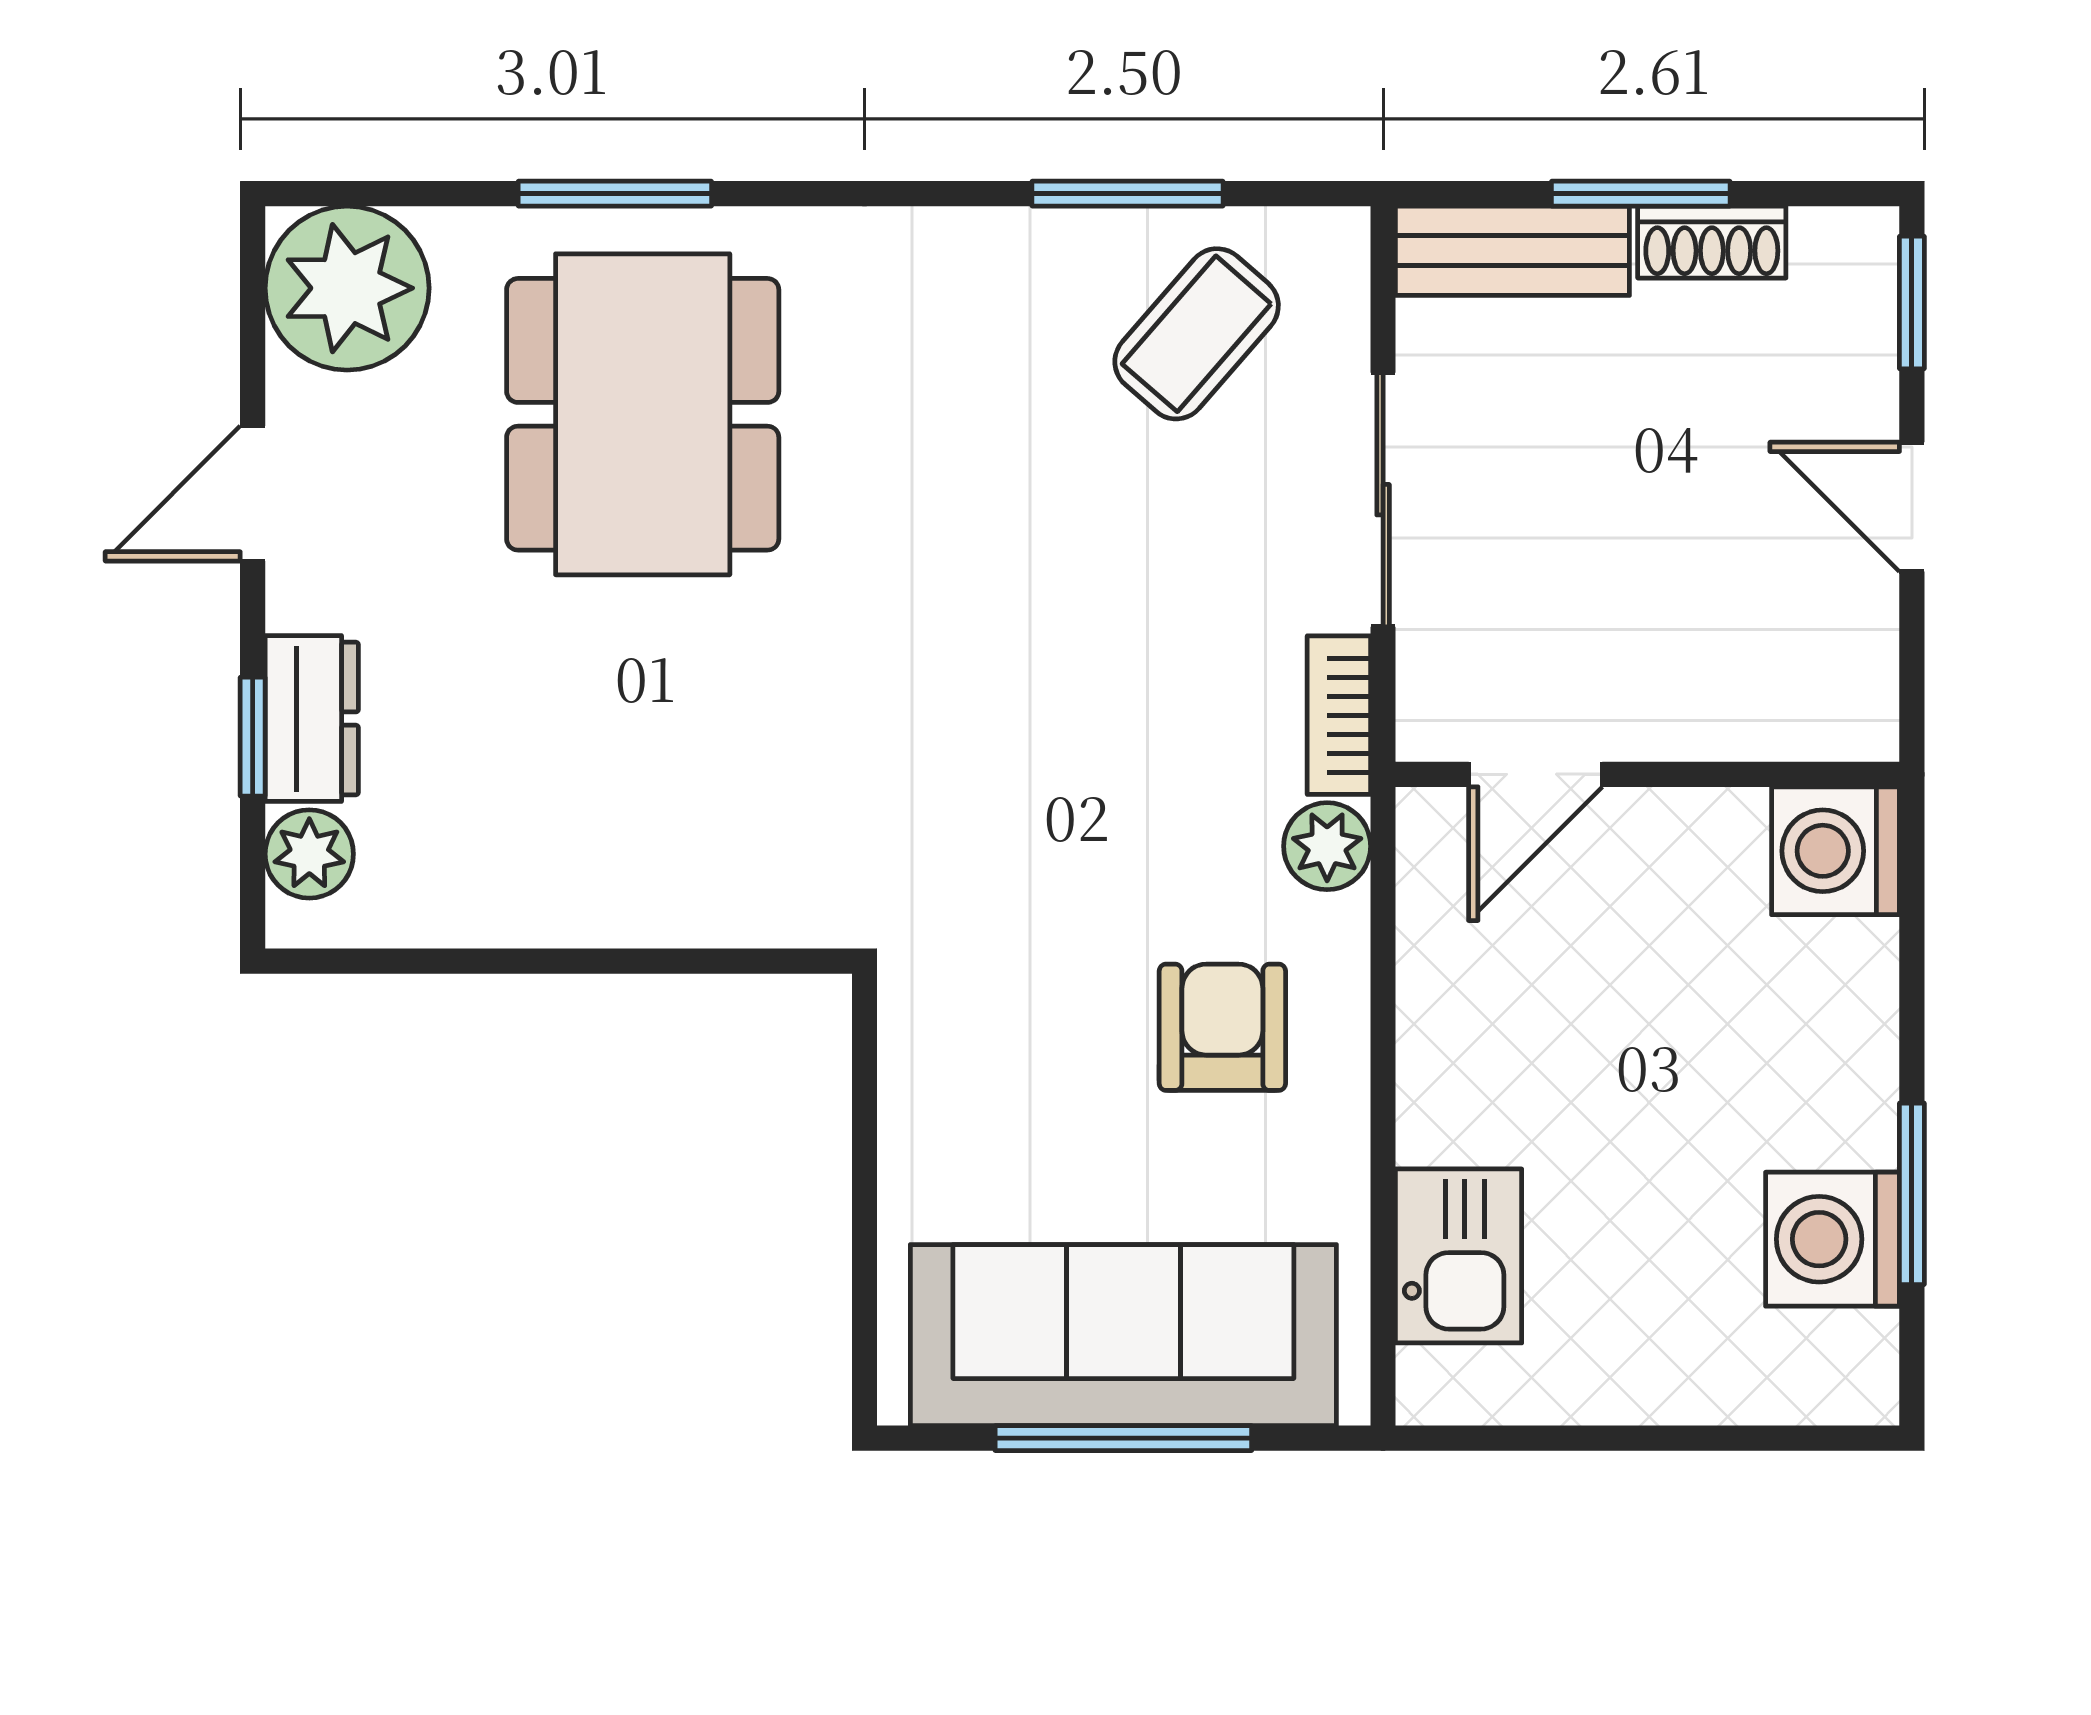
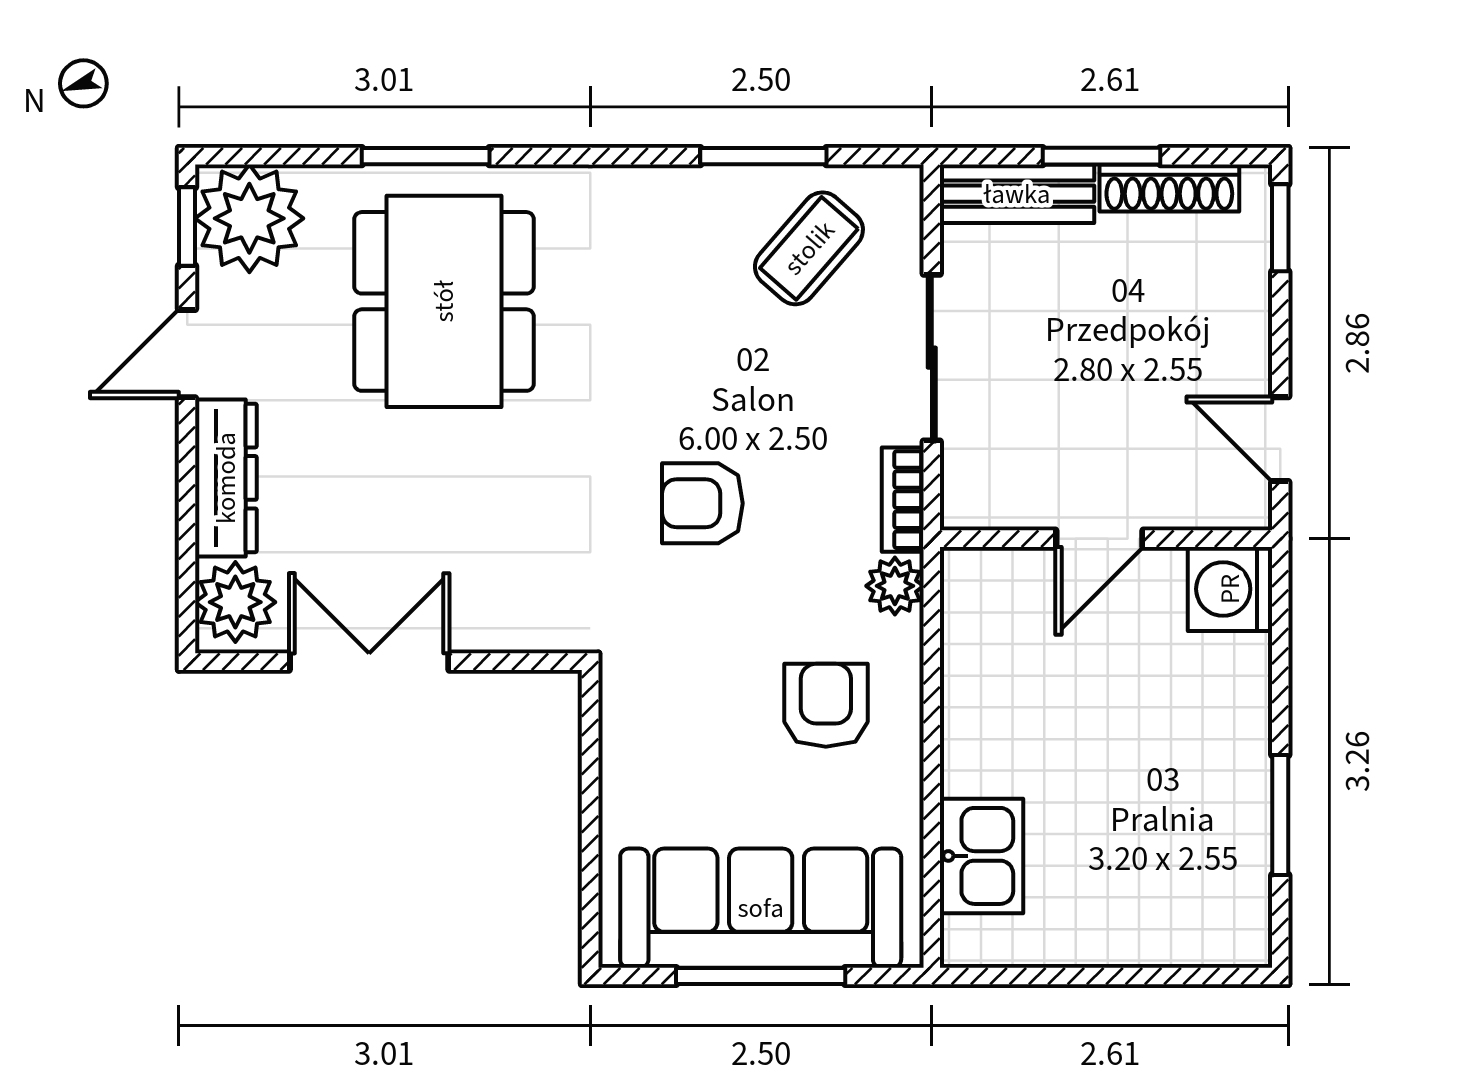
shoe rack: (1712, 242) -> (1169, 188), width x1.43
door: (1912, 507) -> (1280, 439), moved
dresser: (312, 719) -> (226, 478), width x1.44
armchair: (1035, 721) -> (702, 503), added
window: (253, 737) -> (187, 227), moved
door: (1535, 774) -> (1099, 539), moved
plant: (309, 854) -> (235, 602), width x1.38, depth x1.38
double door: (529, 961) -> (369, 662), added
washing machine: (1833, 1239) -> (1228, 845), removed

